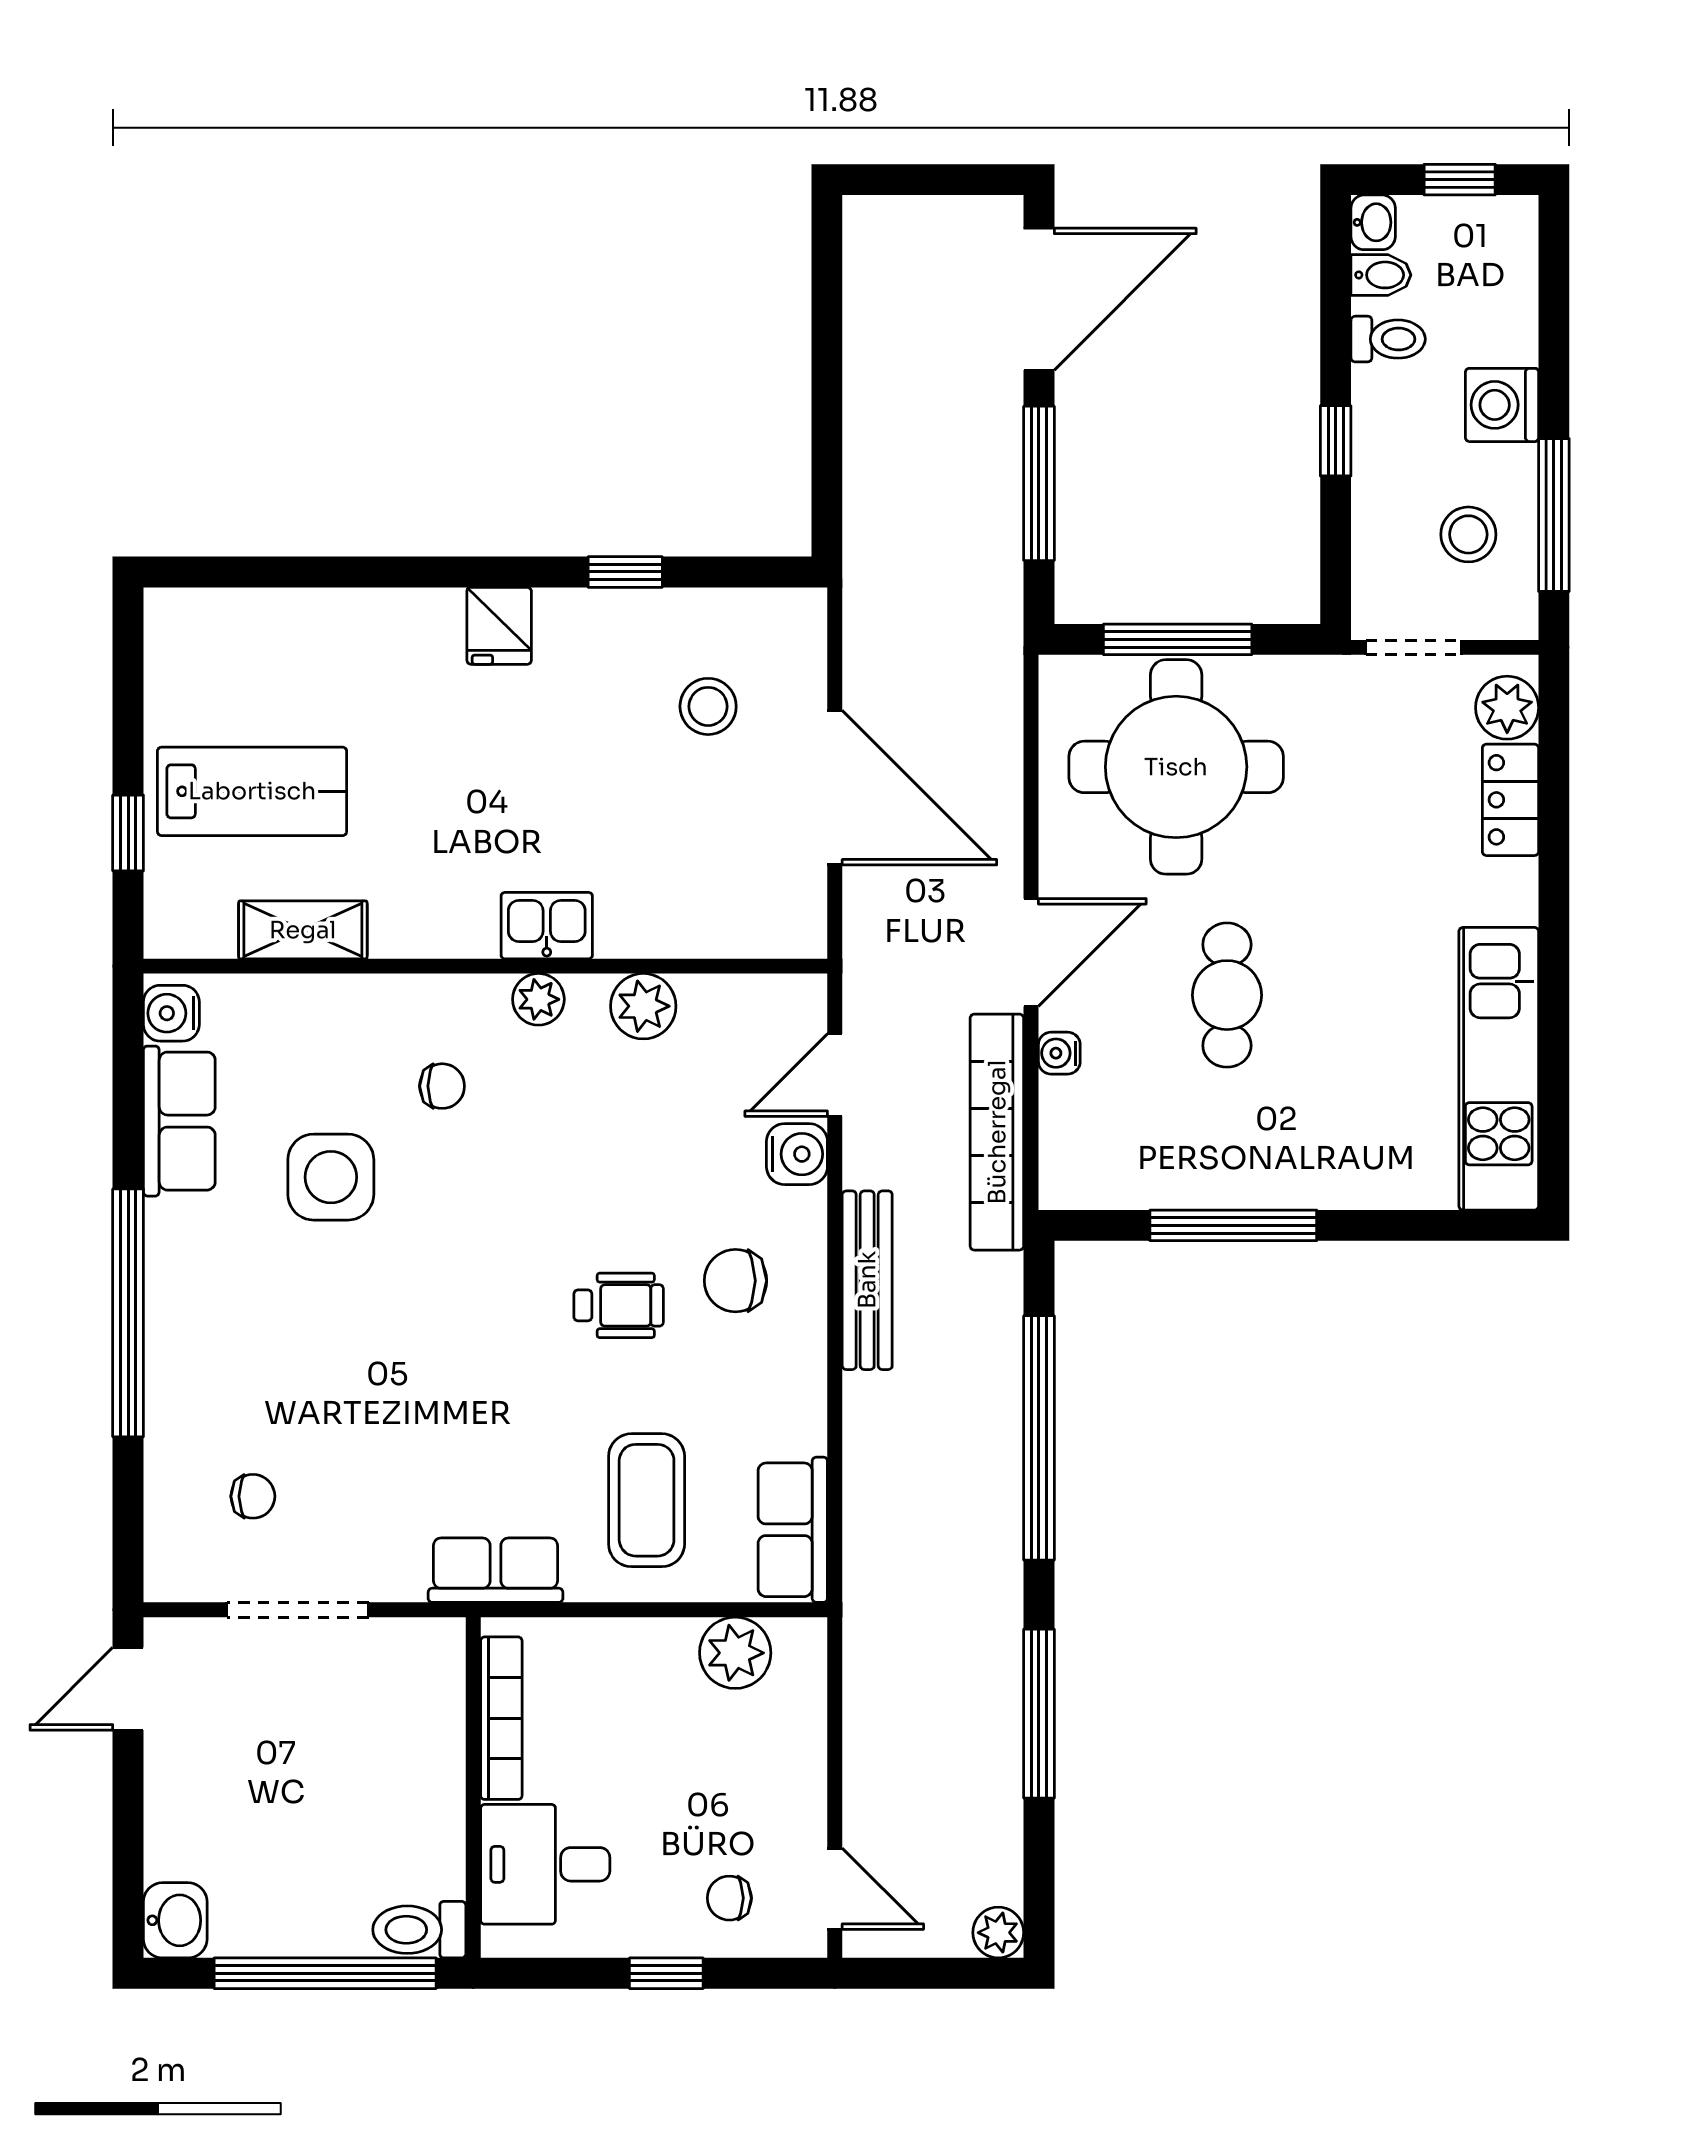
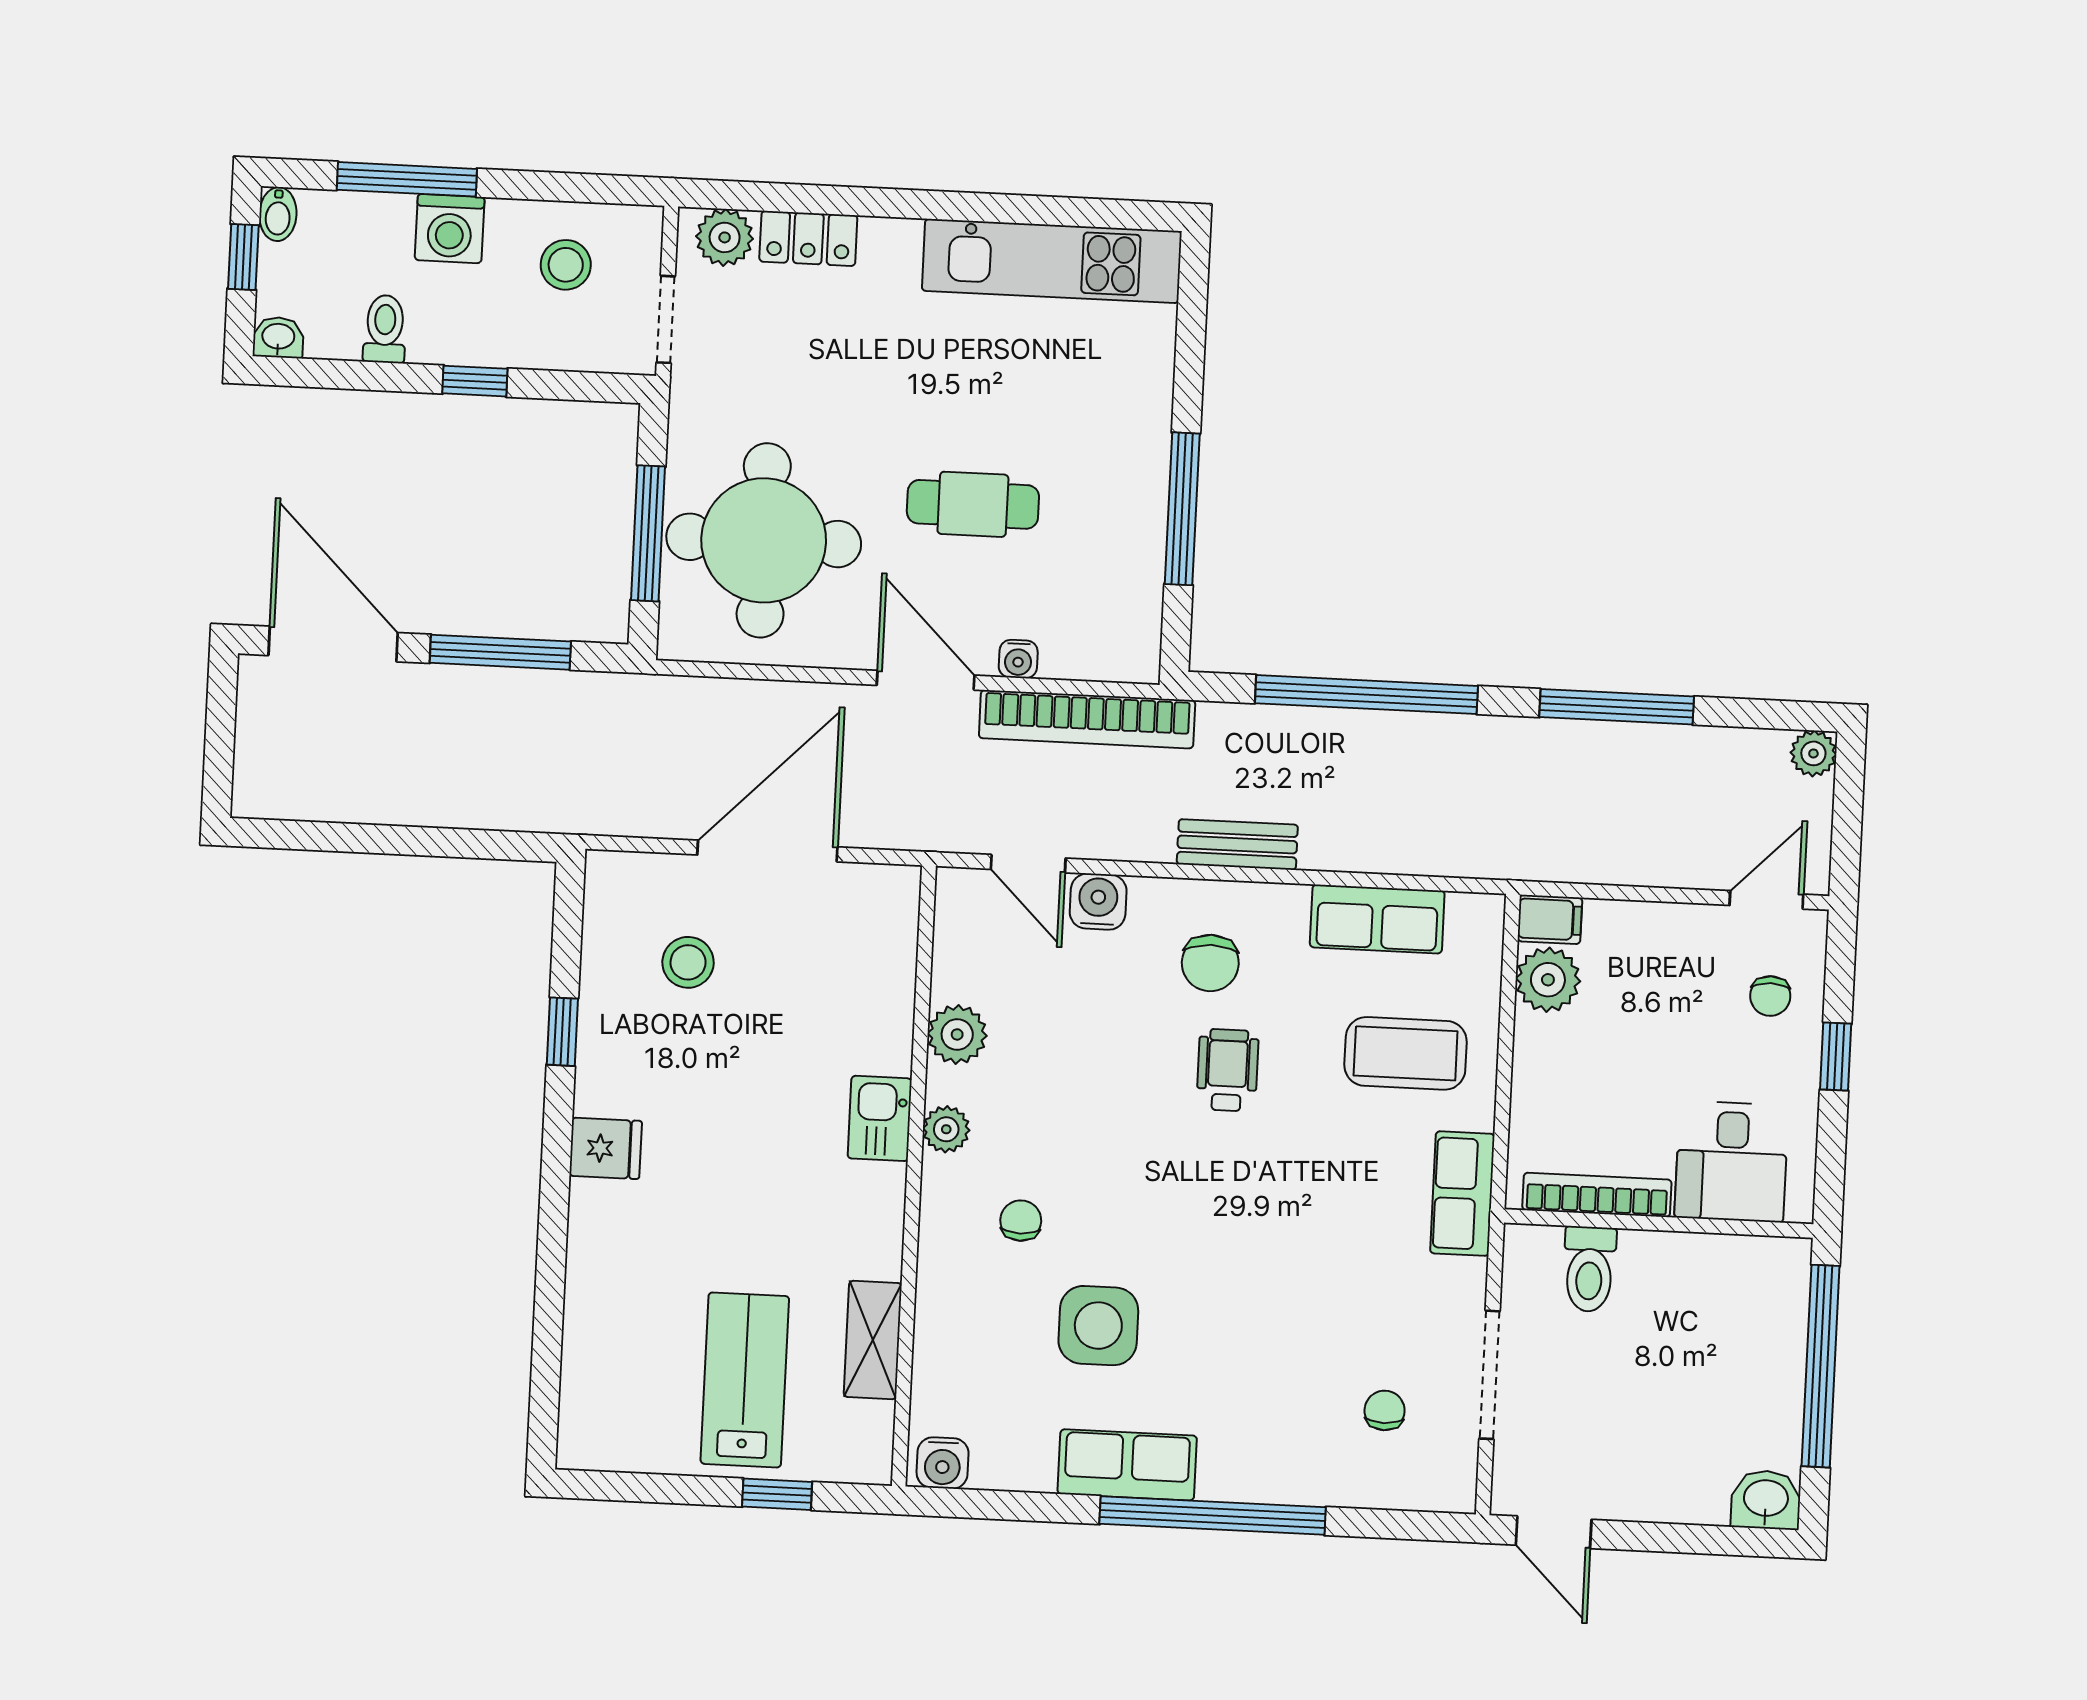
bidet: (1381, 275) -> (278, 214), moved, turned 180
window: (1554, 515) -> (407, 179), moved
row of seats: (179, 1121) -> (1127, 1465), moved
bench: (867, 1280) -> (1237, 844), width x0.73
row of seats: (793, 1530) -> (1377, 919), moved
filing cabinet: (802, 1652) -> (1550, 919), added
toilet: (419, 1930) -> (1589, 1269), moved

